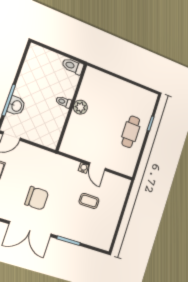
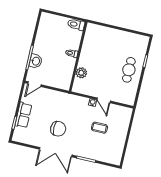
plant: (80, 107) -> (81, 73), moved

